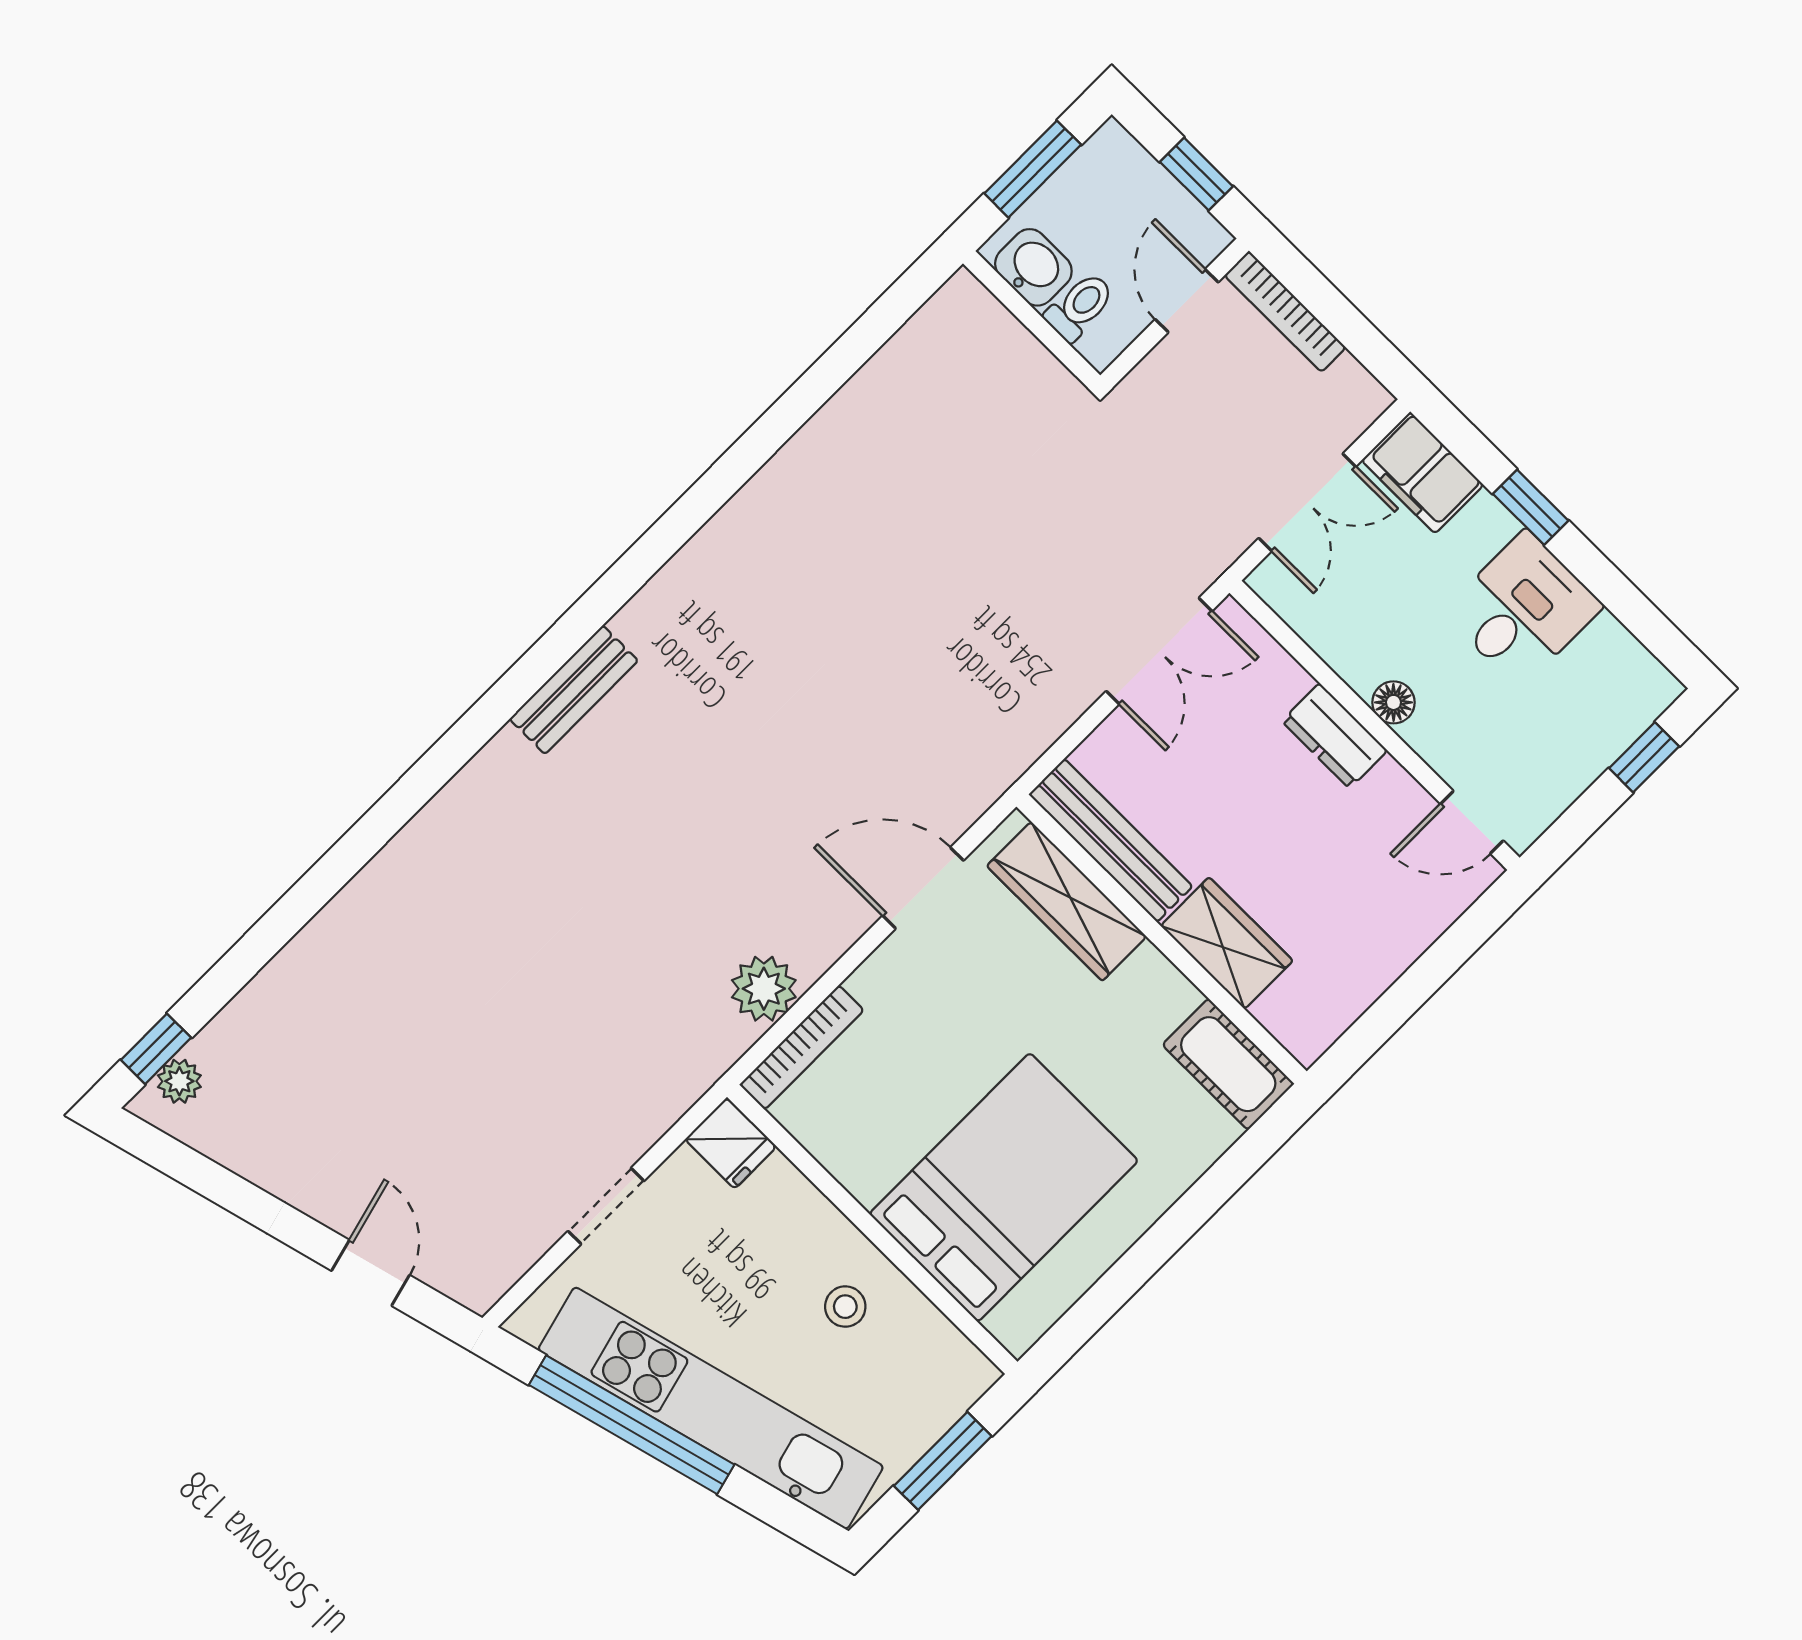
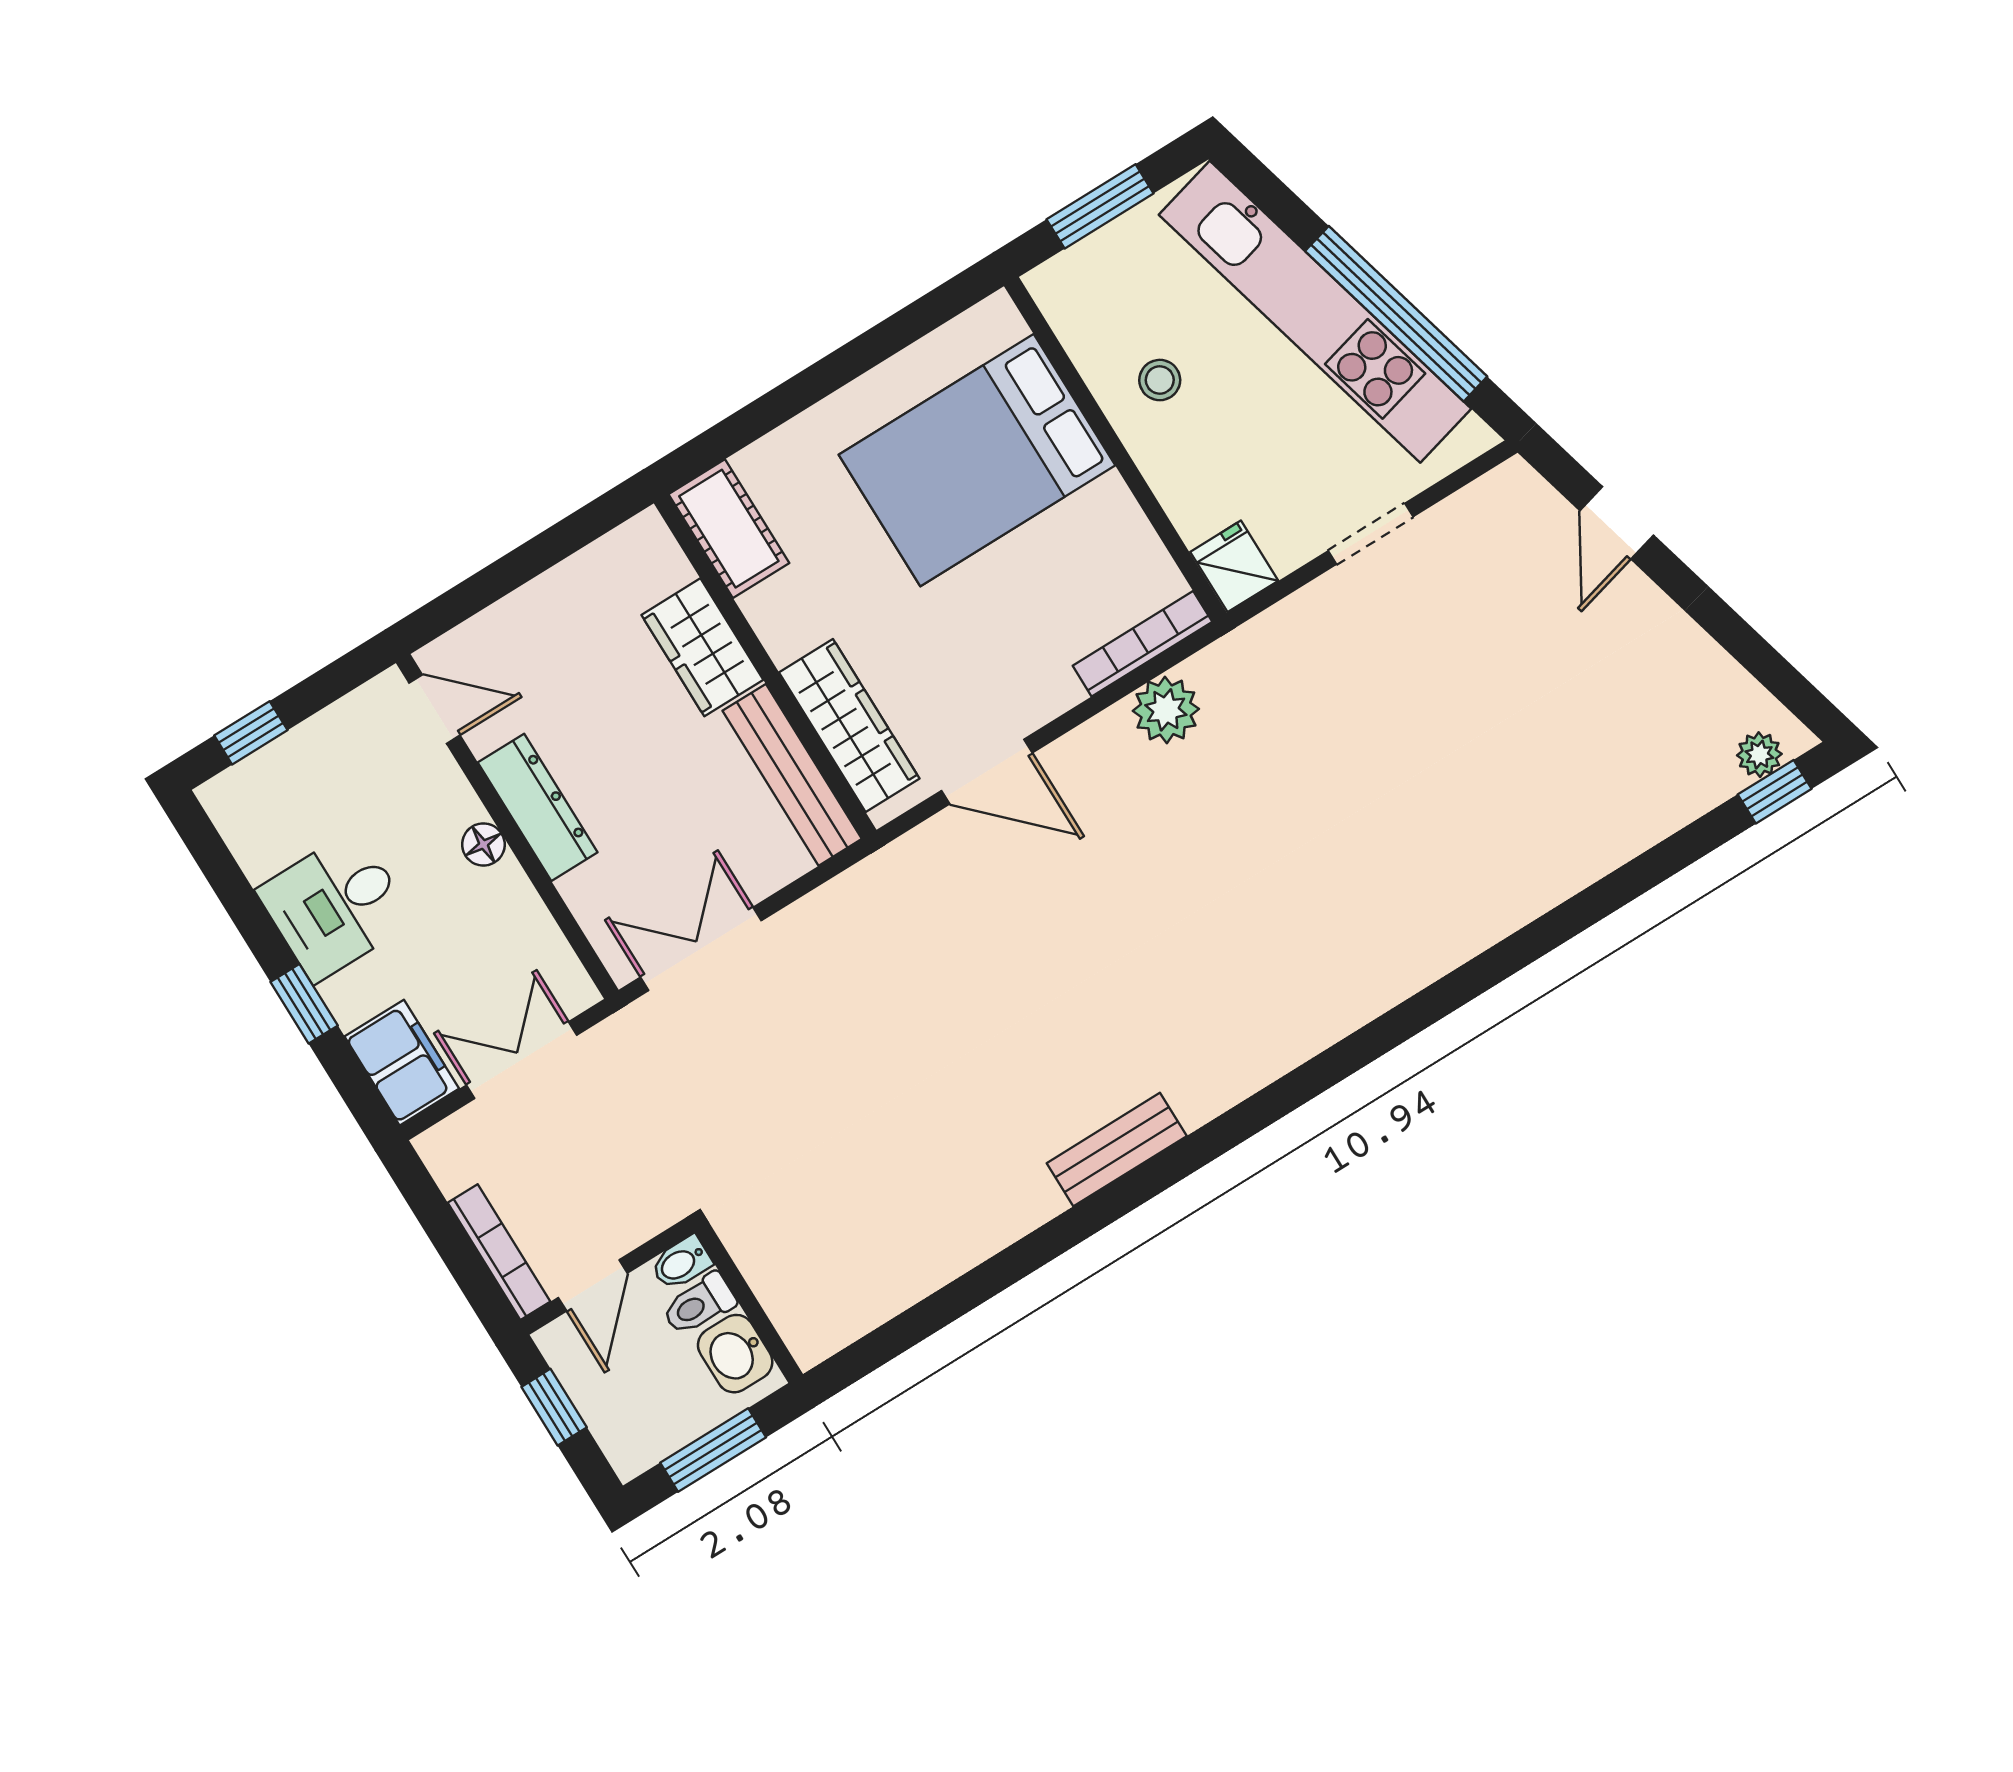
bidet: (1106, 343) -> (681, 1263), added
bench: (574, 690) -> (1117, 1150), moved
dresser: (1335, 736) -> (538, 807), width x1.44

